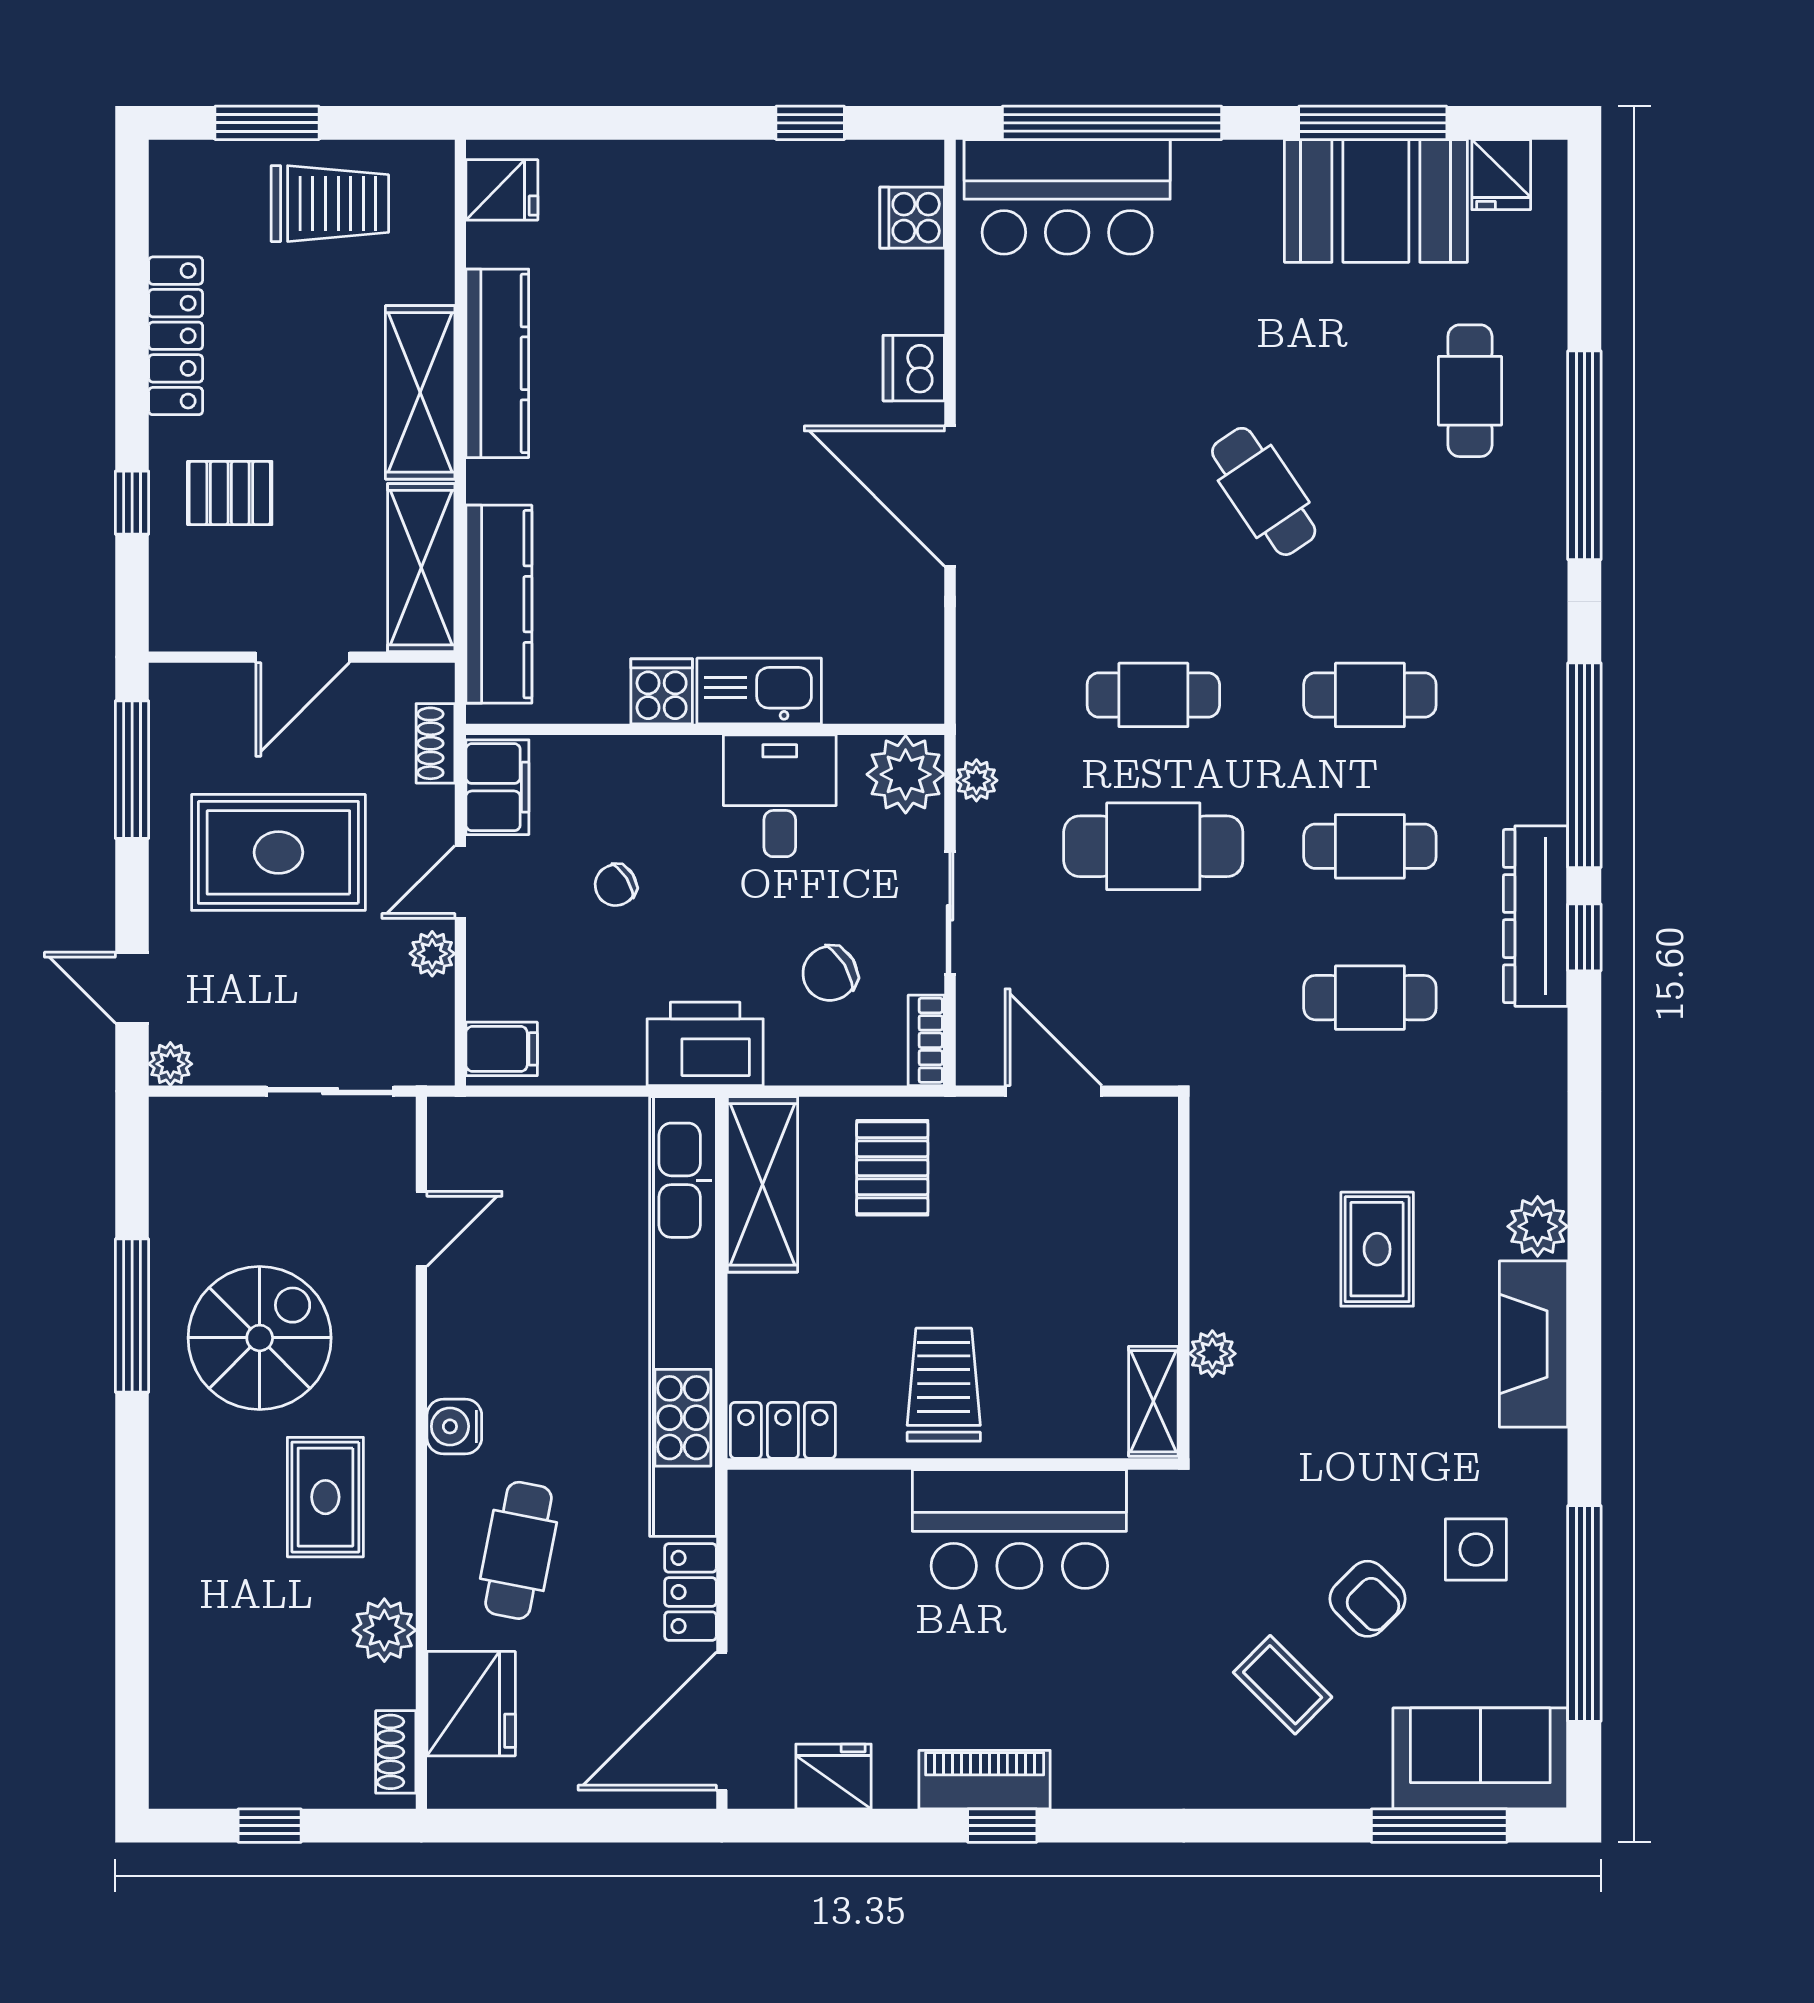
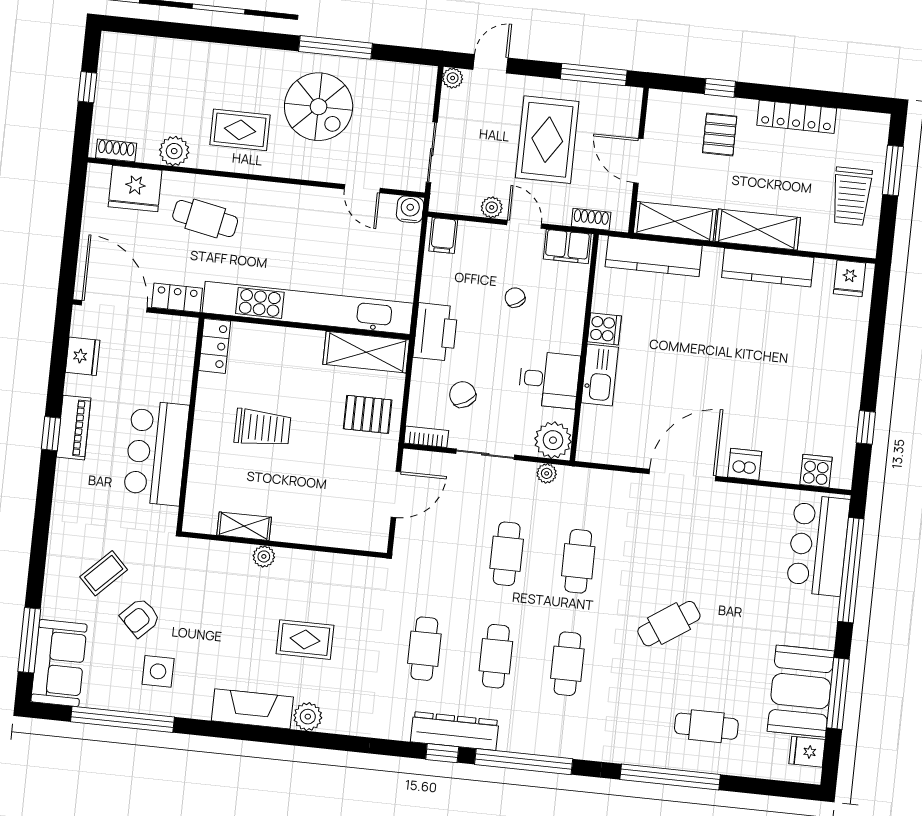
cafe table: (1153, 846) -> (507, 554), width x0.73, depth x0.74
water cooler: (454, 1426) -> (410, 209), moved
locker: (783, 1430) -> (215, 346), moved
wall: (953, 1464) -> (190, 425), moved
bar counter: (1019, 1529) -> (156, 453), moved

